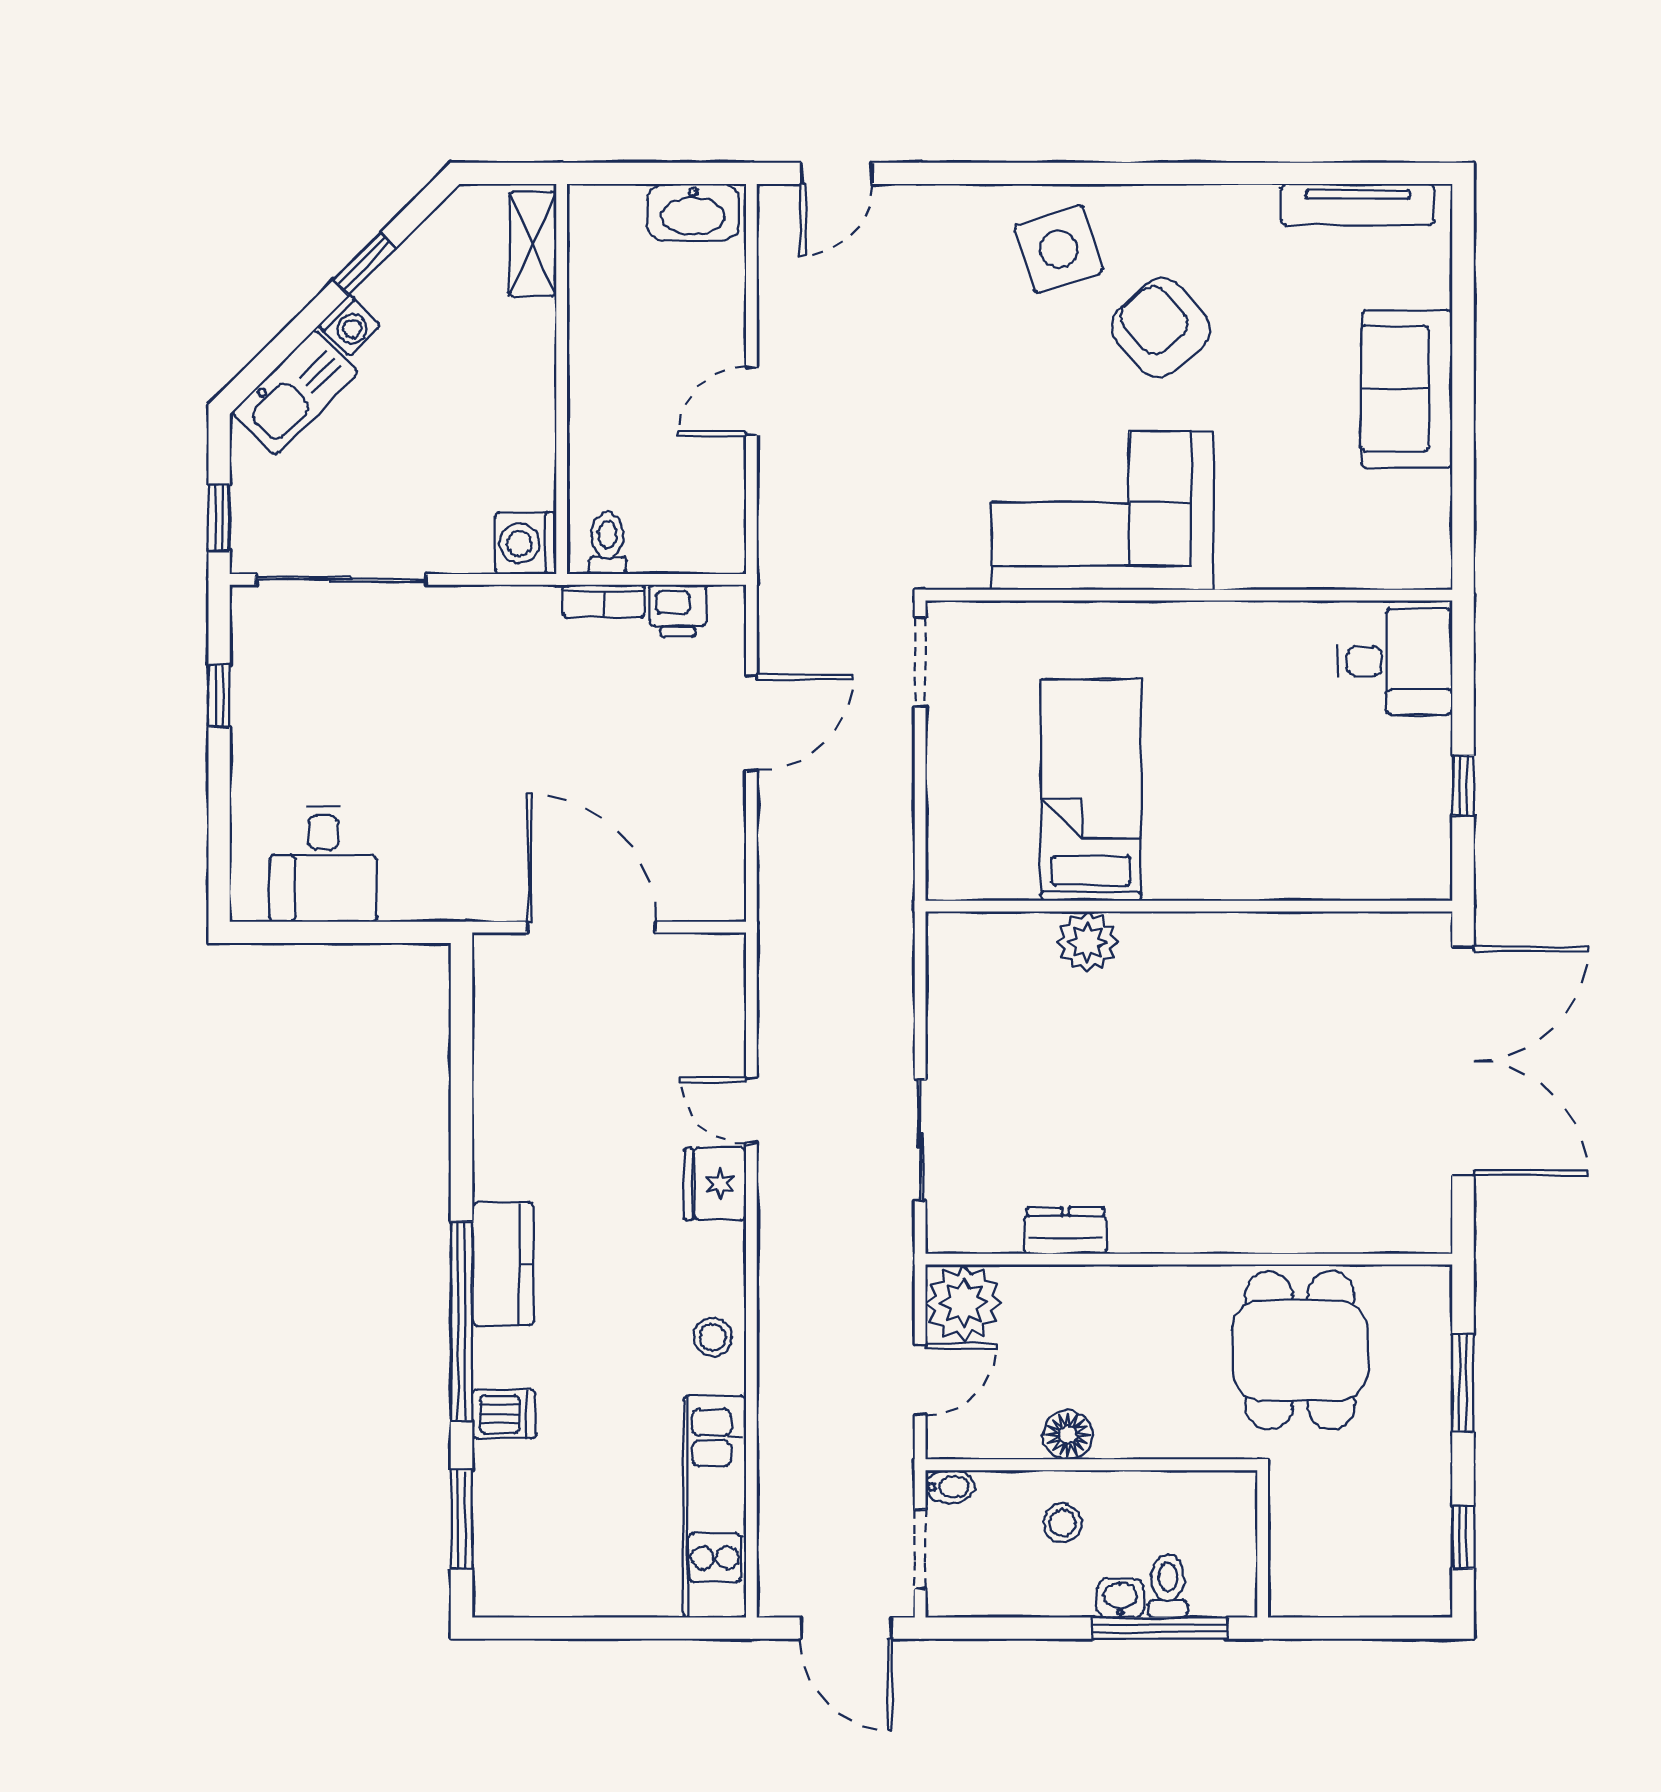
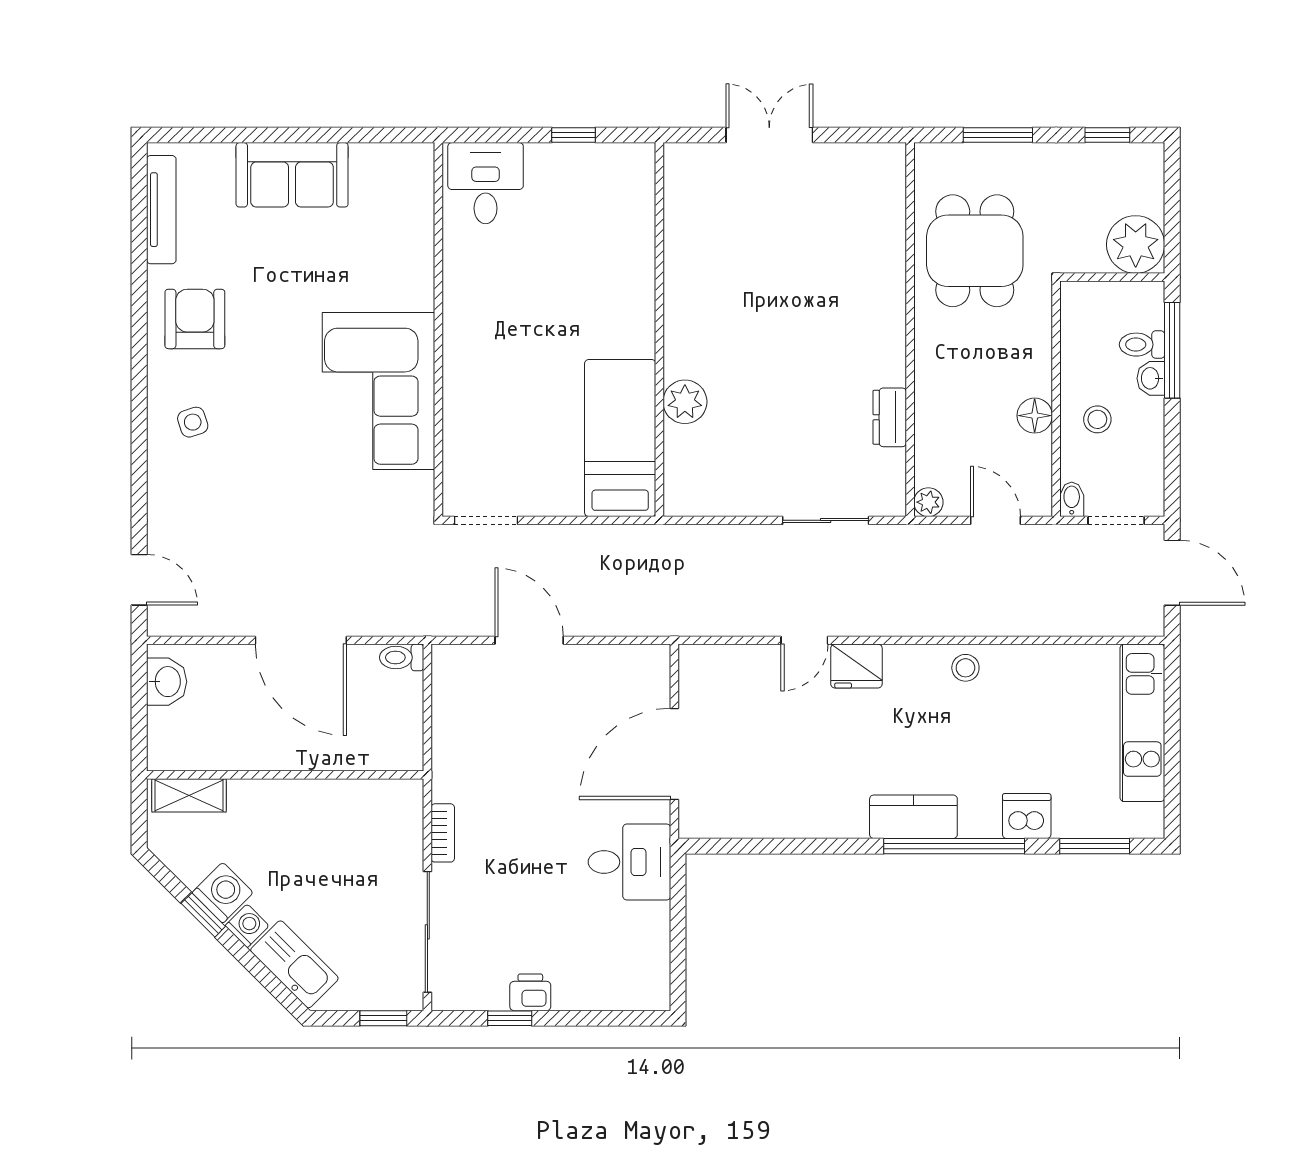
washbasin: (693, 212) -> (167, 682), width x0.72
side table: (1059, 249) -> (193, 422), width x0.54, depth x0.54
armchair: (1161, 328) -> (195, 319), moved, turned 131
door: (751, 401) -> (301, 640), width x1.87
washing machine: (526, 543) -> (223, 893), moved, turned -135
toilet: (608, 543) -> (402, 657), moved
bookcase: (604, 601) -> (443, 833), moved
printer: (678, 611) -> (530, 992), moved, turned -90
bed: (1091, 790) -> (620, 438), moved, turned 90
desk: (323, 864) -> (629, 862), moved
double door: (1463, 1061) -> (769, 135), width x0.54
plant: (964, 1303) -> (928, 502), width x0.53, depth x0.53
dining table: (1300, 1350) -> (975, 251), turned 90
dishwasher: (504, 1414) -> (1027, 816), width x1.38
kitchen unit: (715, 1507) -> (1142, 723), moved, turned 90
plant: (1309, 1577) -> (1136, 245), added
door: (846, 1628) -> (1172, 573), hinge flipped

